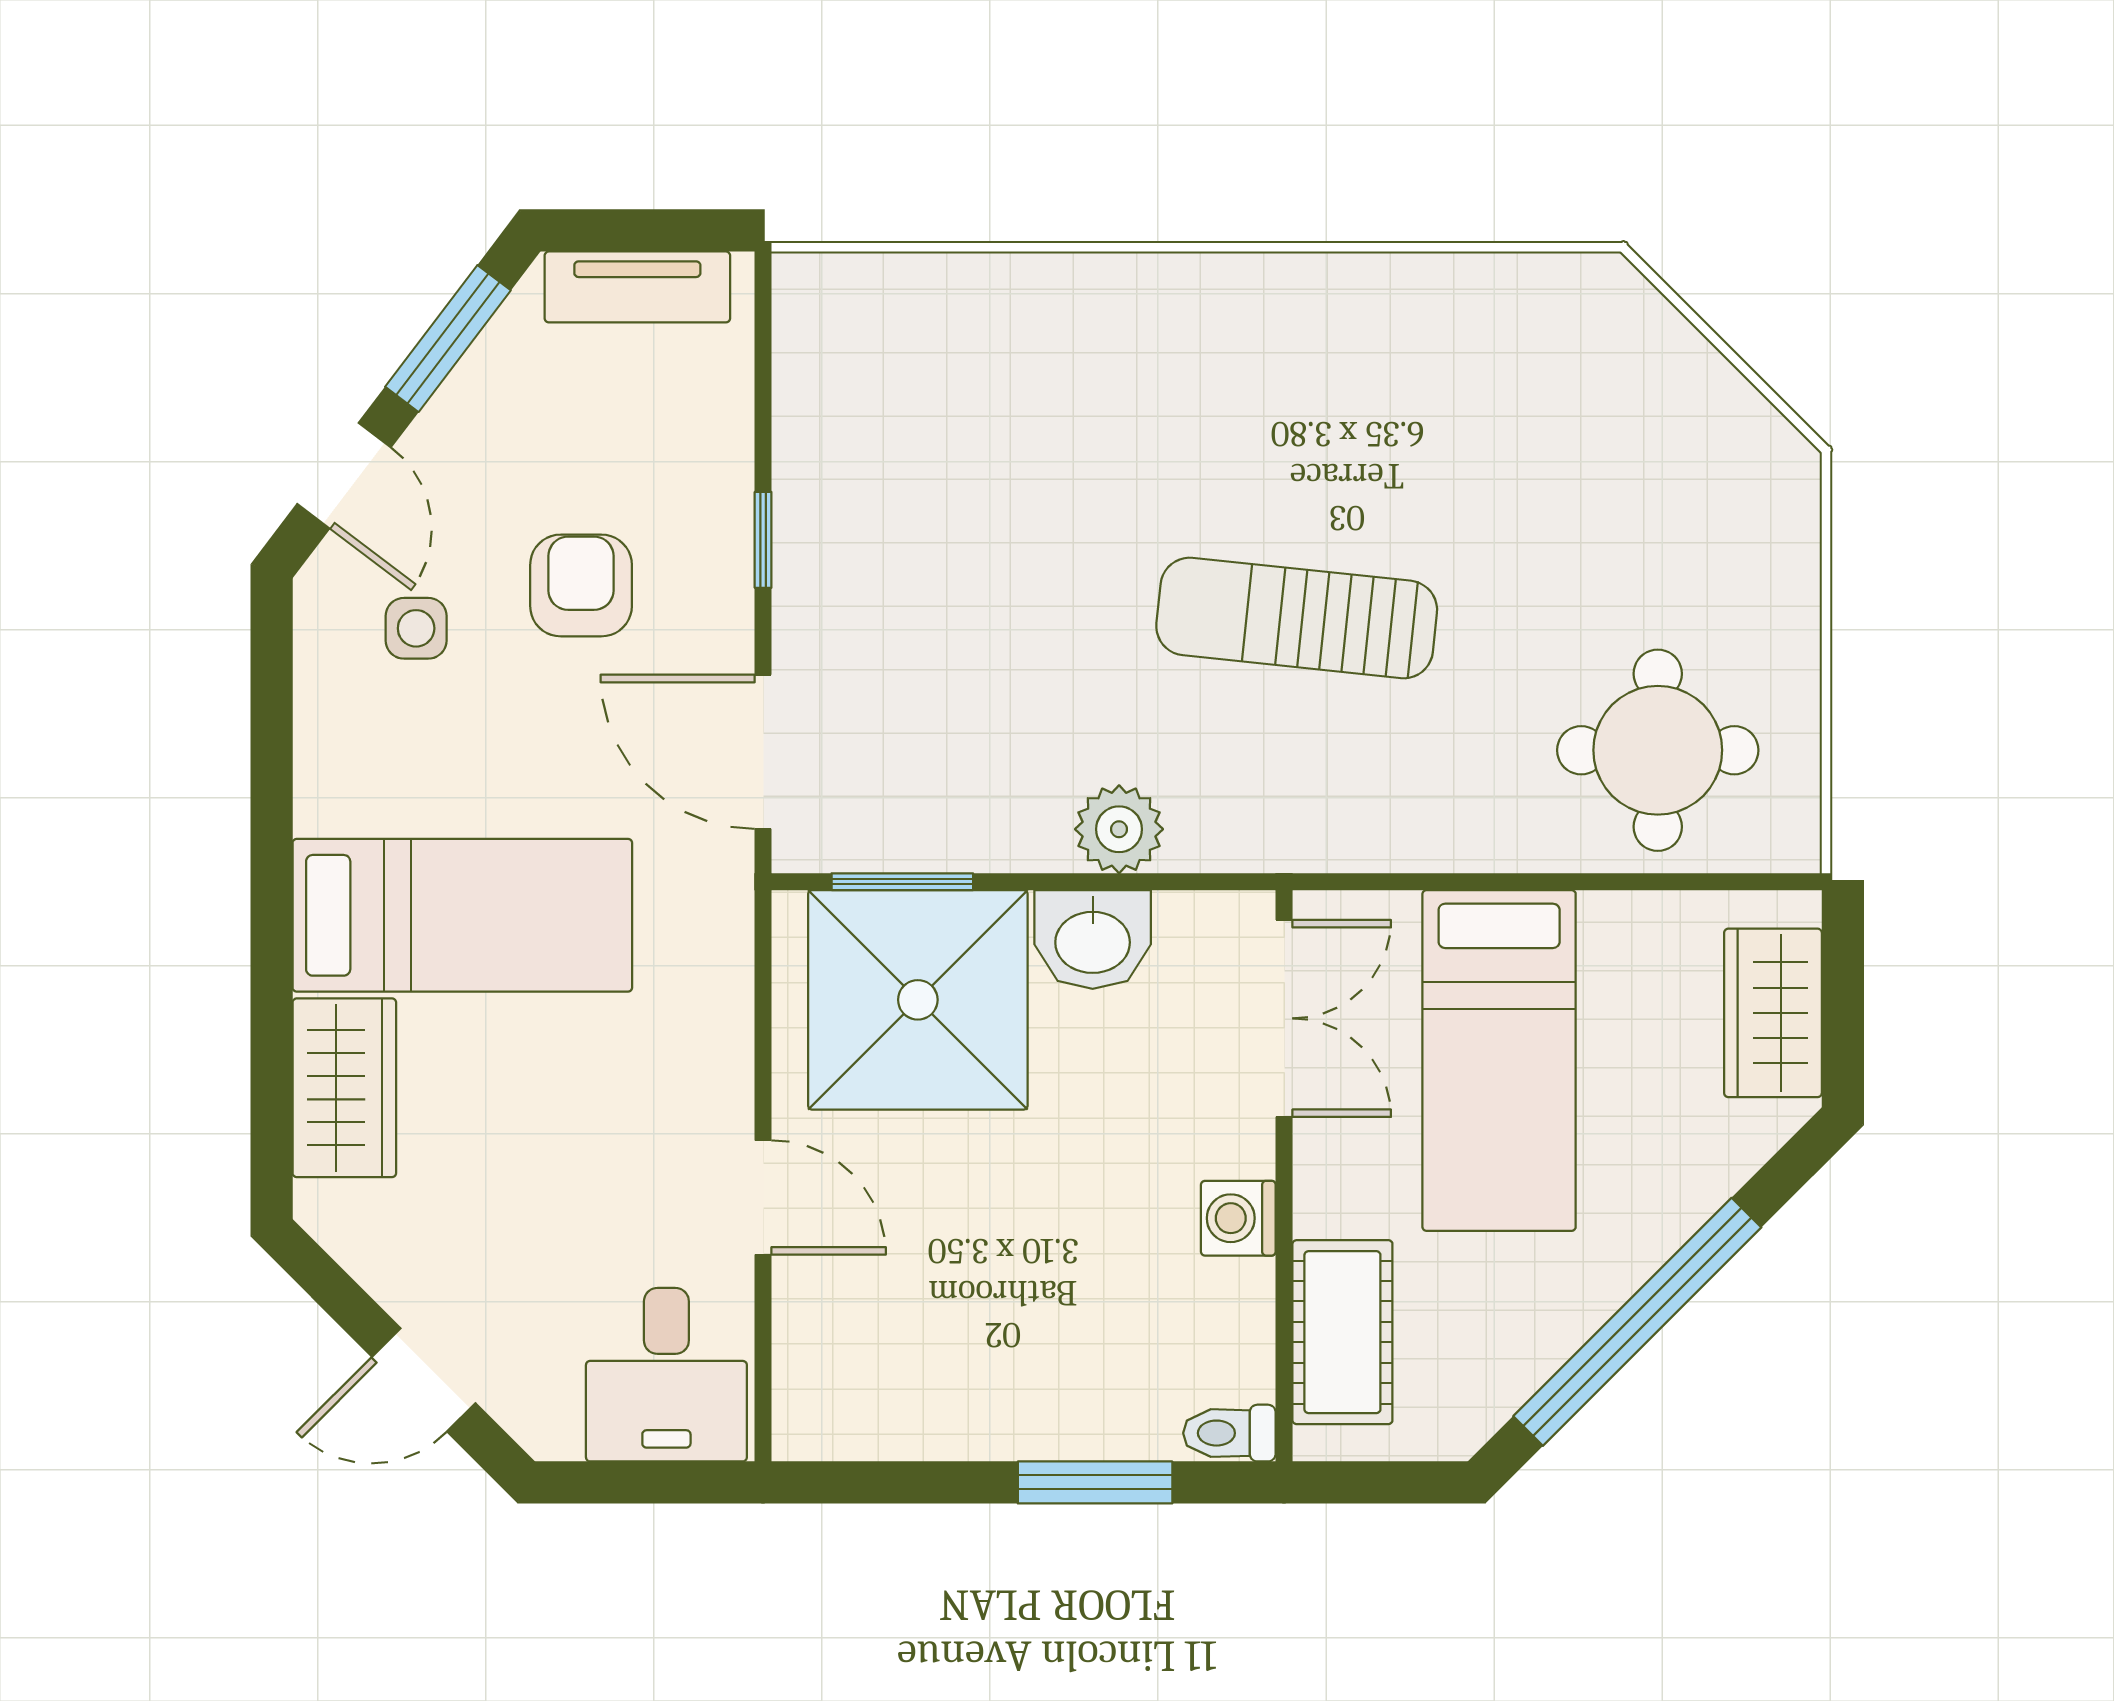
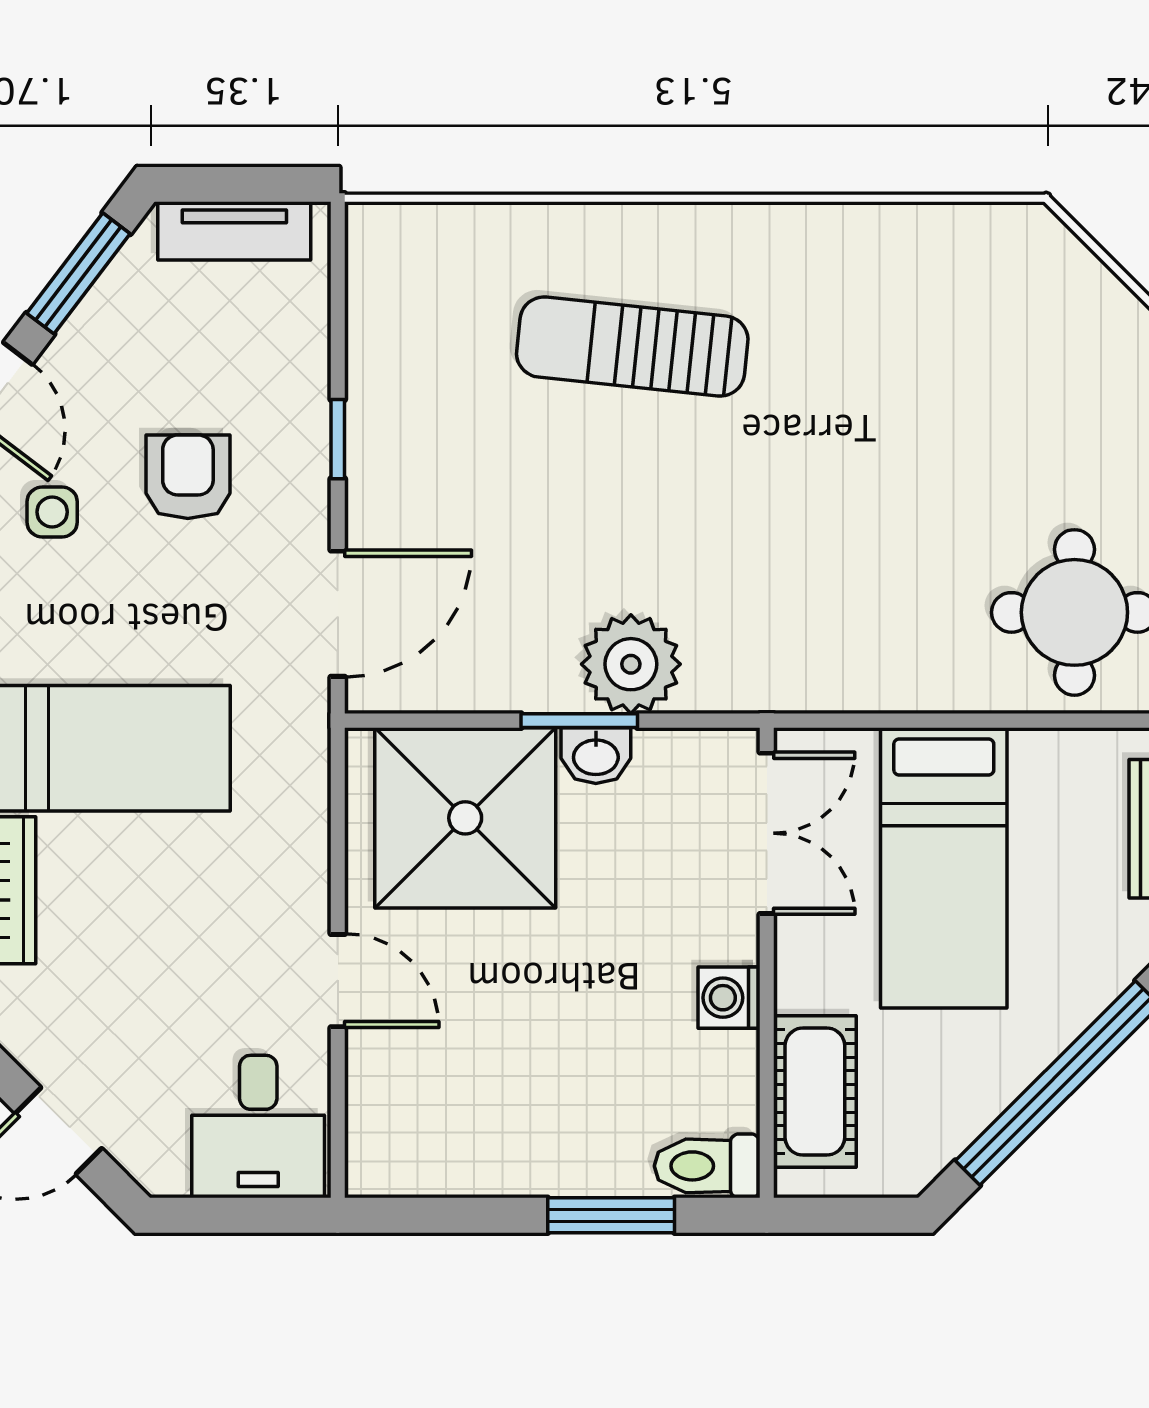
sun lounger: (1297, 618) -> (632, 347), moved
door: (763, 752) -> (338, 614), swing flipped
plant: (1119, 829) -> (631, 664), width x1.36, depth x1.36
window: (902, 882) -> (579, 721), moved
washbasin: (1093, 939) -> (596, 756), width x0.72, depth x0.69
toilet: (1229, 1433) -> (707, 1166), width x1.37, depth x1.39

